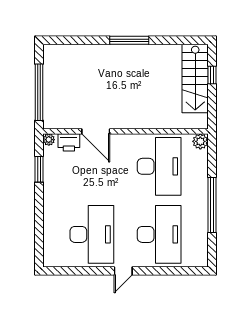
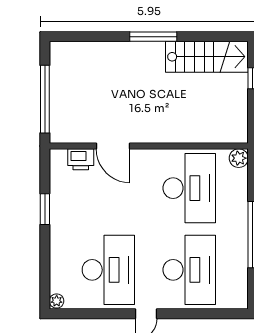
stairs: (195, 79) -> (207, 57), moved, turned -90
plant: (49, 140) -> (57, 301), moved
window: (39, 169) -> (45, 209), moved

